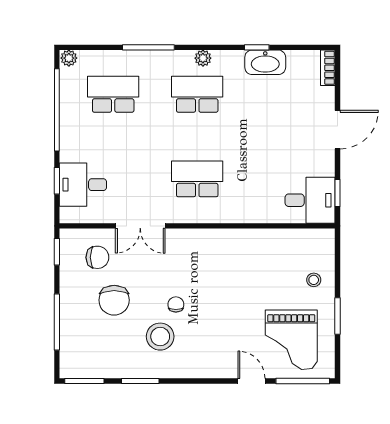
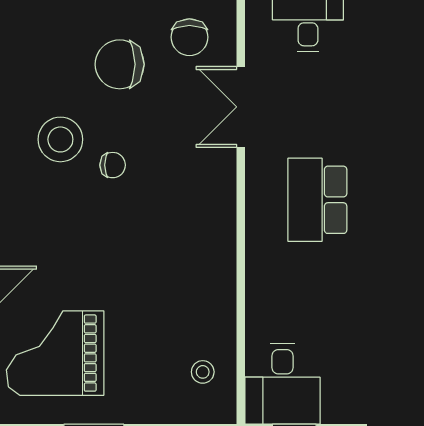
school desk: (197, 179) -> (317, 200), turned 180
stool: (314, 280) -> (203, 372), moved

